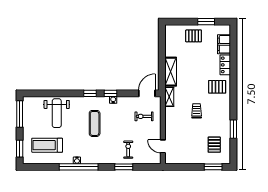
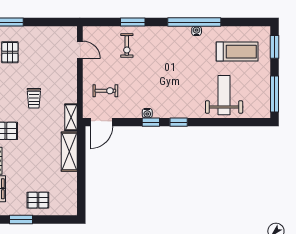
exercise mat: (95, 123) -> (173, 81), removed

